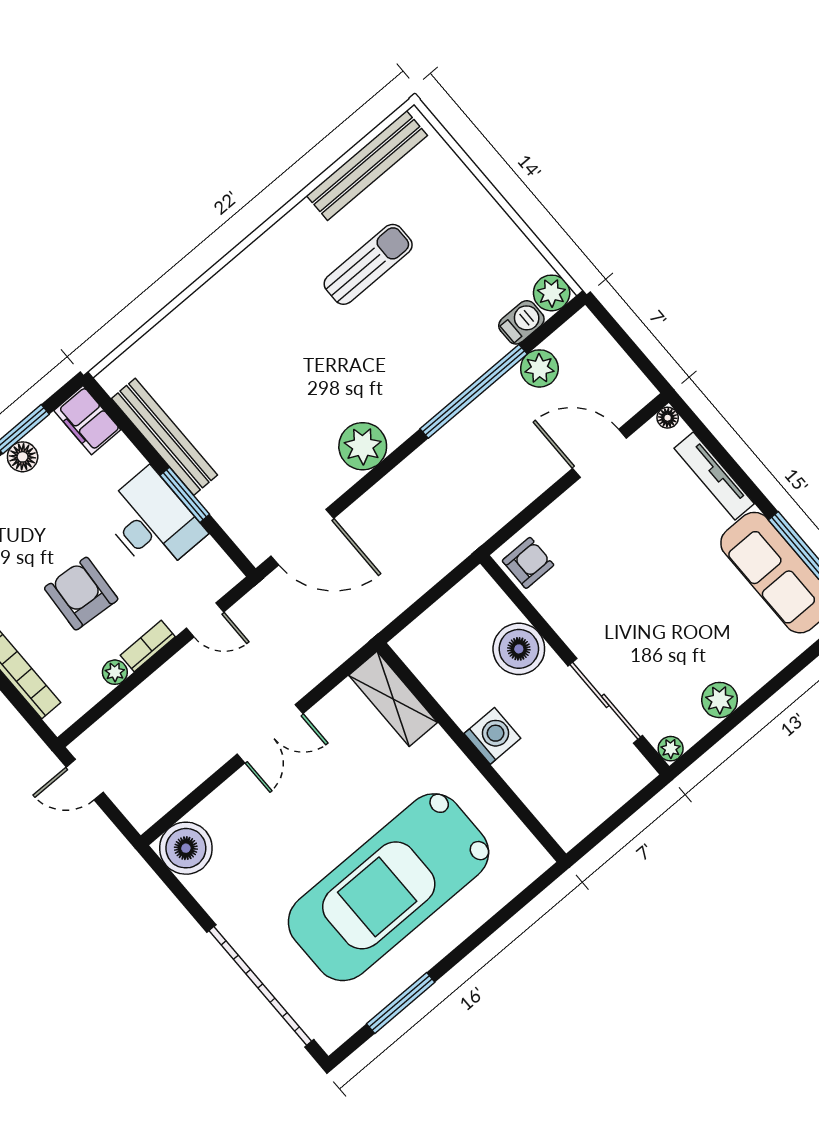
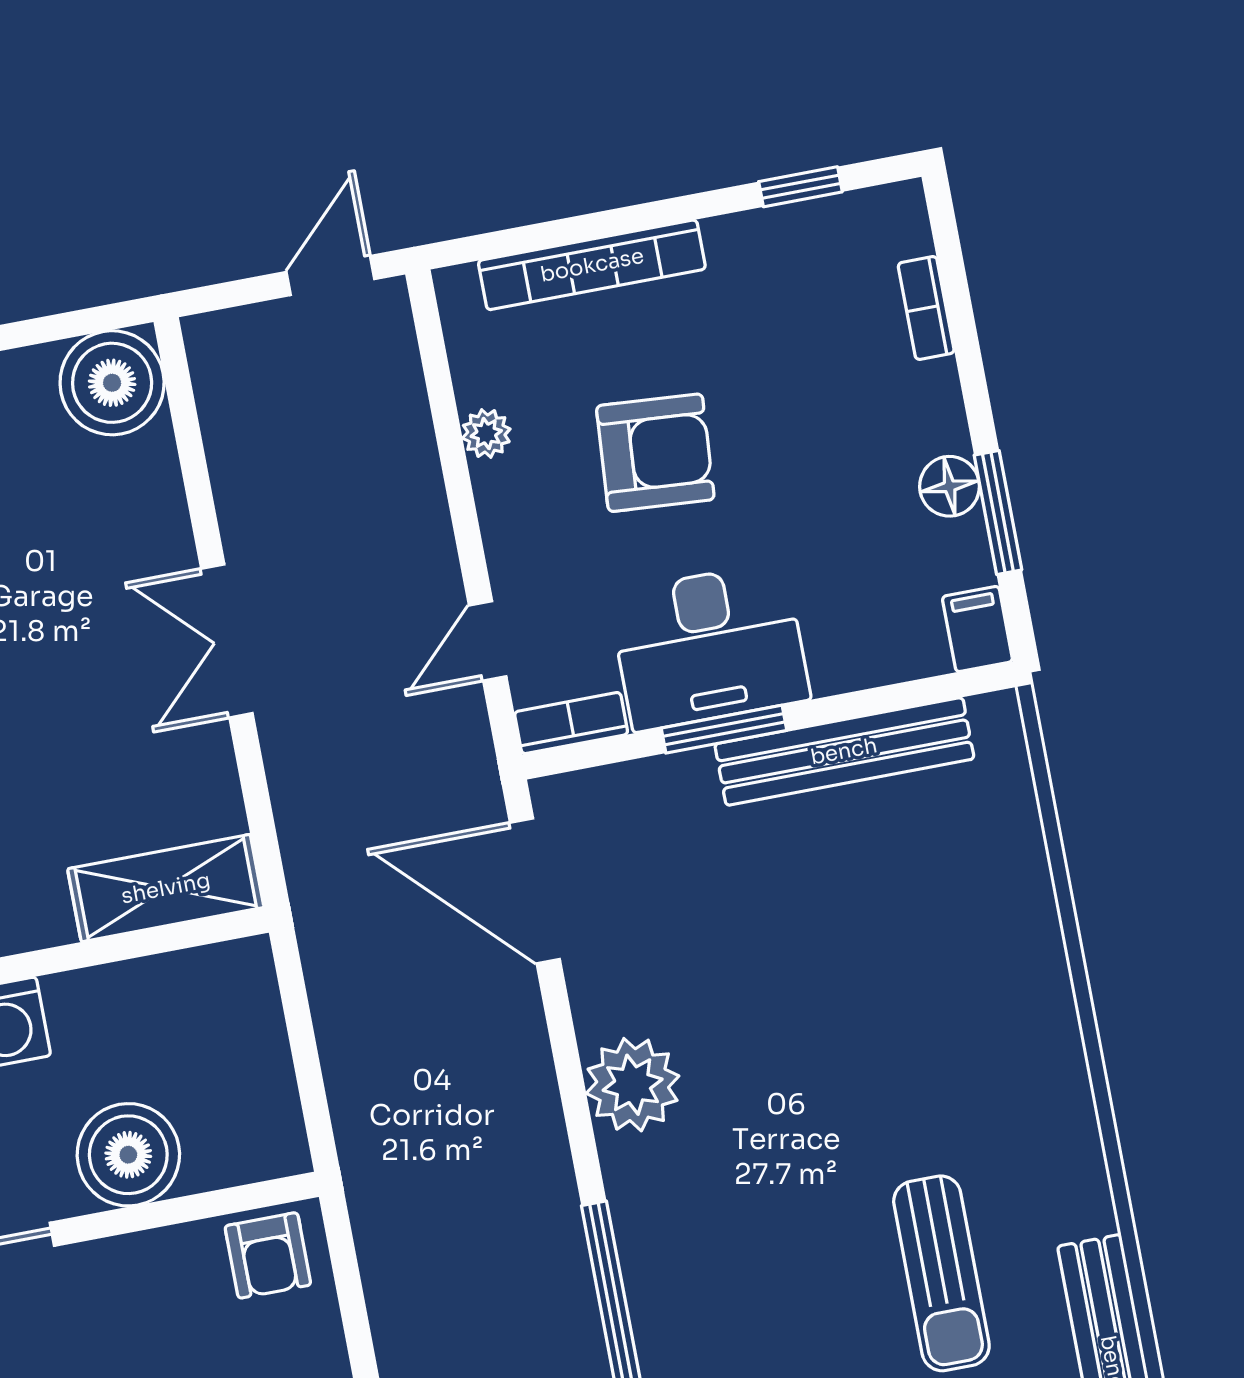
filing cabinet: (87, 420) -> (977, 629), width x0.50
door: (302, 537) -> (535, 891), hinge flipped
bookcase: (148, 646) -> (571, 723), moved, turned -90

